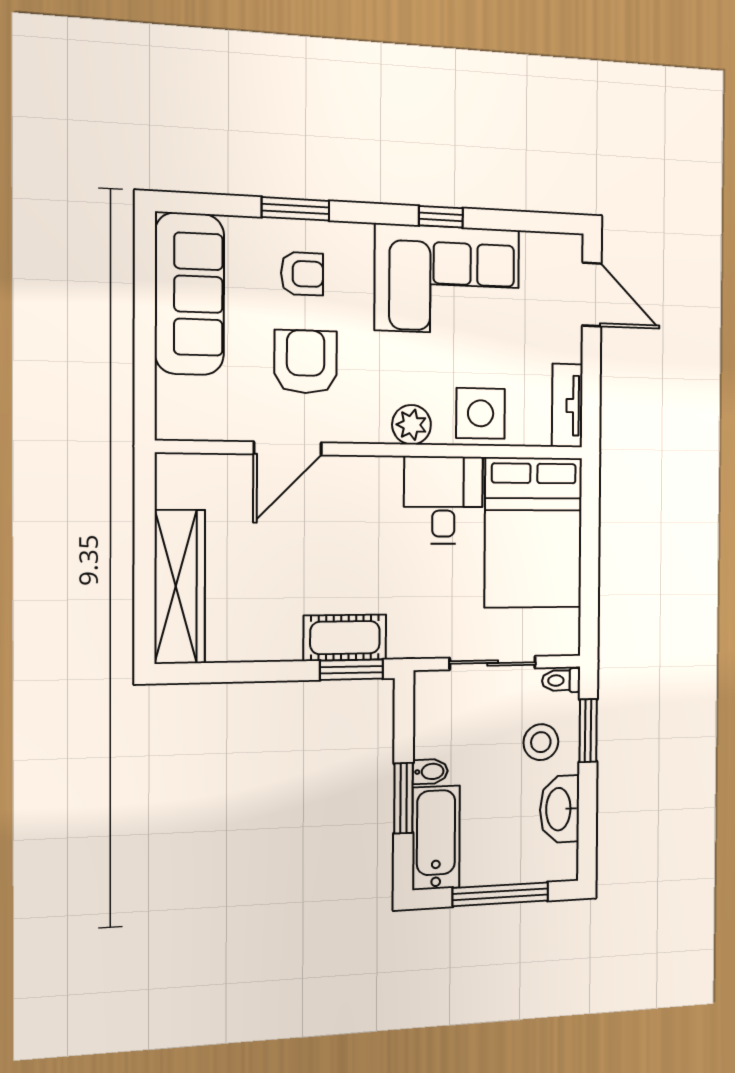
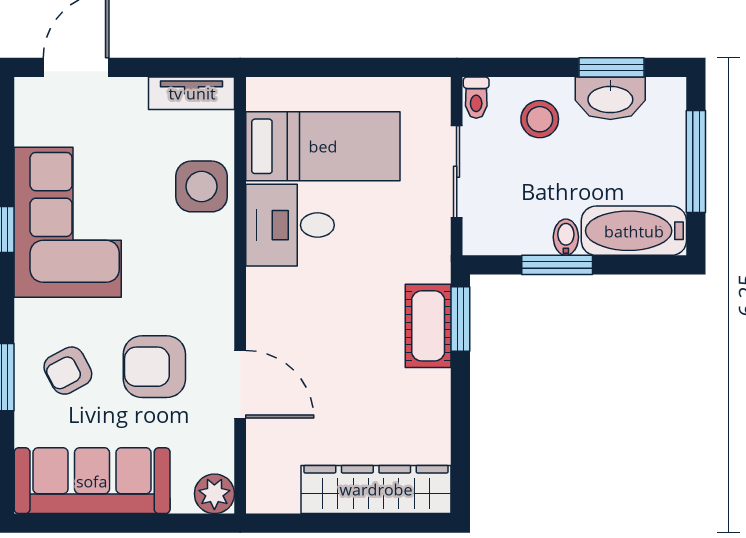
armchair: (302, 274) -> (68, 371), turned -118
plant: (412, 425) -> (214, 494), moved
bed: (533, 533) -> (323, 146), width x0.67
window: (588, 731) -> (611, 67), moved
window: (403, 798) -> (557, 265), moved

